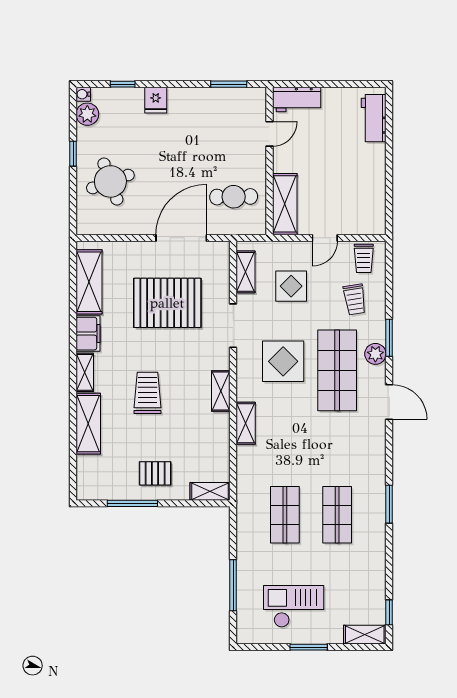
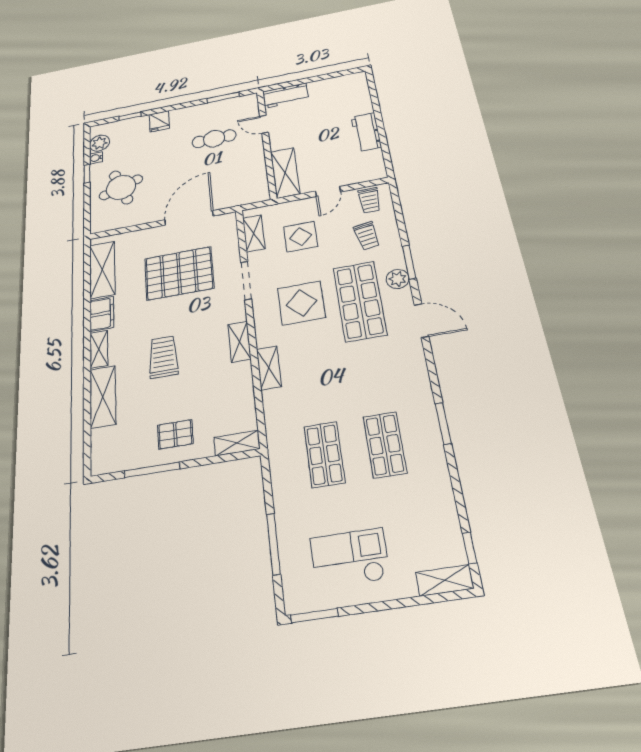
water cooler: (83, 94) -> (96, 158), moved
workbench: (374, 118) -> (366, 132), moved
door: (269, 134) -> (264, 124), swing flipped
cafe table: (234, 197) -> (214, 139), moved
window: (309, 647) -> (314, 616), moved

